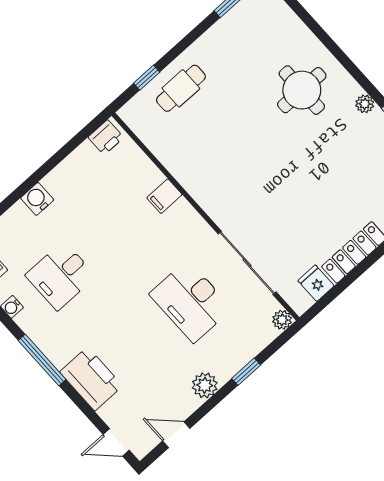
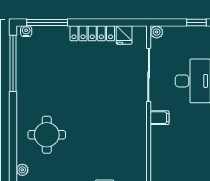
plant: (365, 104) -> (22, 170), moved
filing cabinet: (164, 196) -> (160, 118), moved

